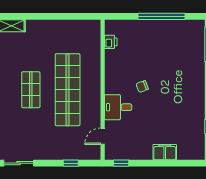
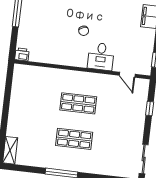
printer: (111, 42) -> (22, 54), moved
shop shelf: (68, 90) -> (78, 103), width x0.50, depth x0.74

